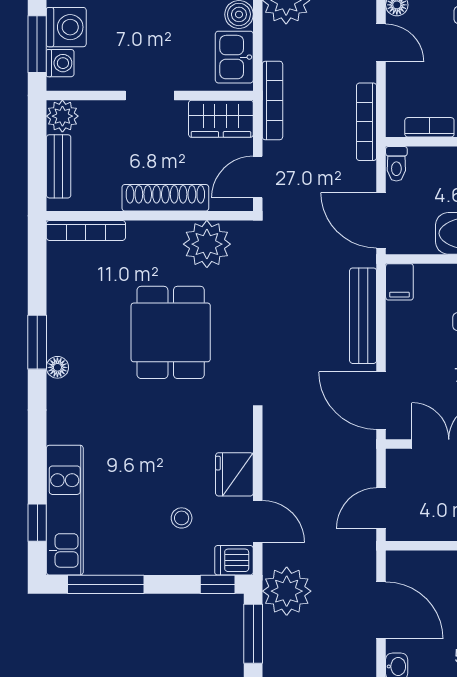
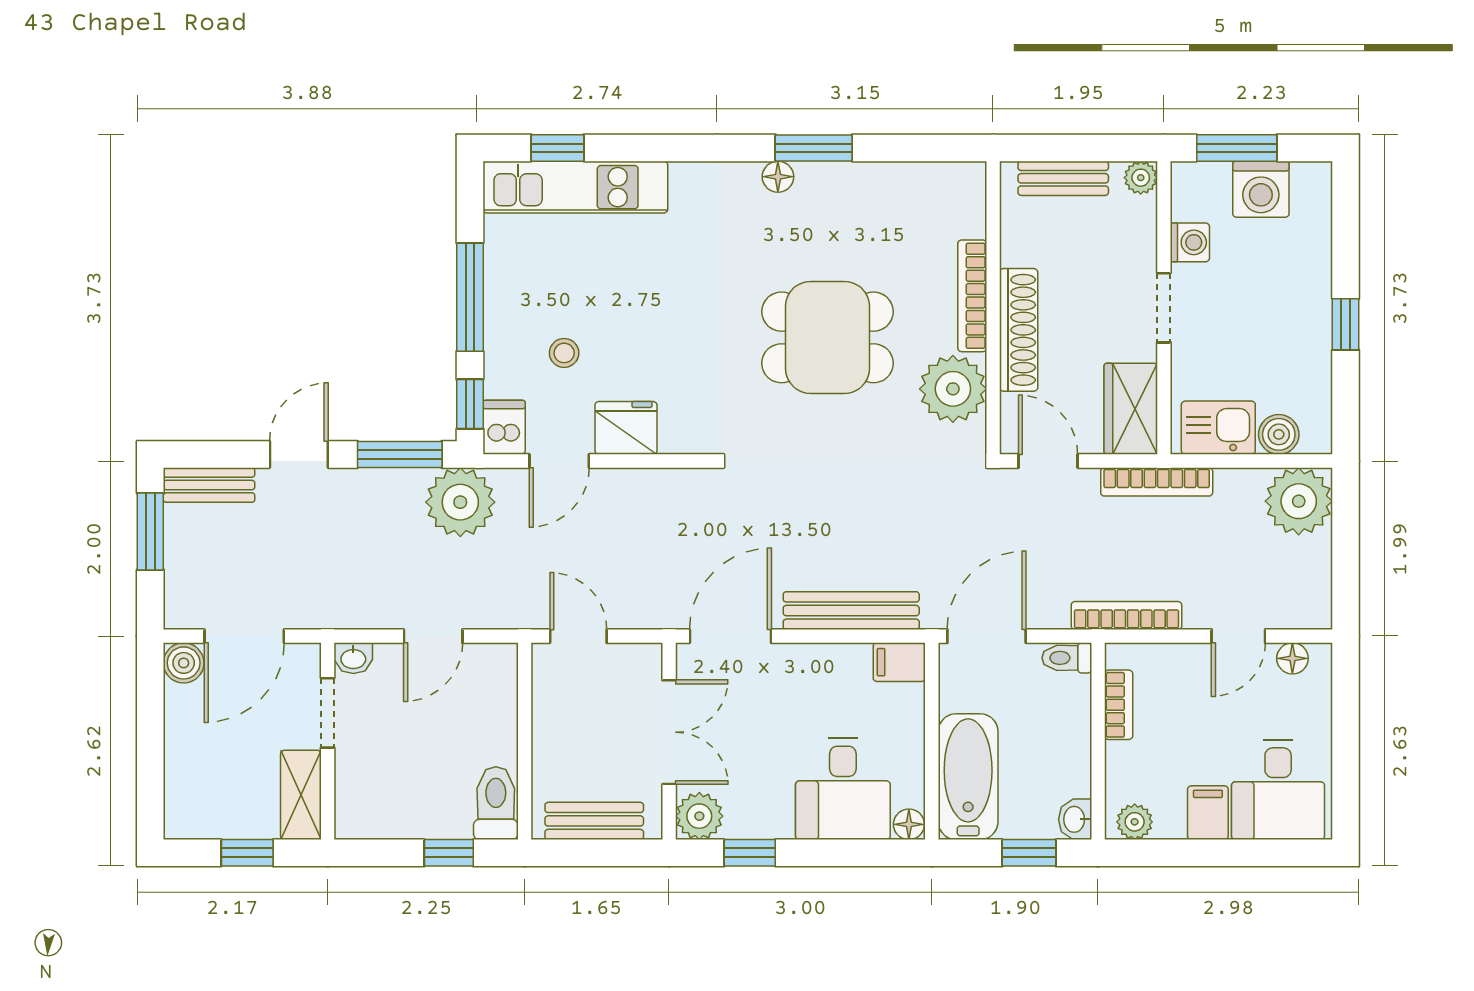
washing machine: (60, 63) -> (1190, 242), moved, turned -90
plant: (62, 116) -> (1141, 178), width x0.73, depth x0.73
bookcase: (86, 230) -> (972, 296), moved
window: (106, 584) -> (470, 297), moved
door: (381, 610) -> (433, 636), width x0.73

